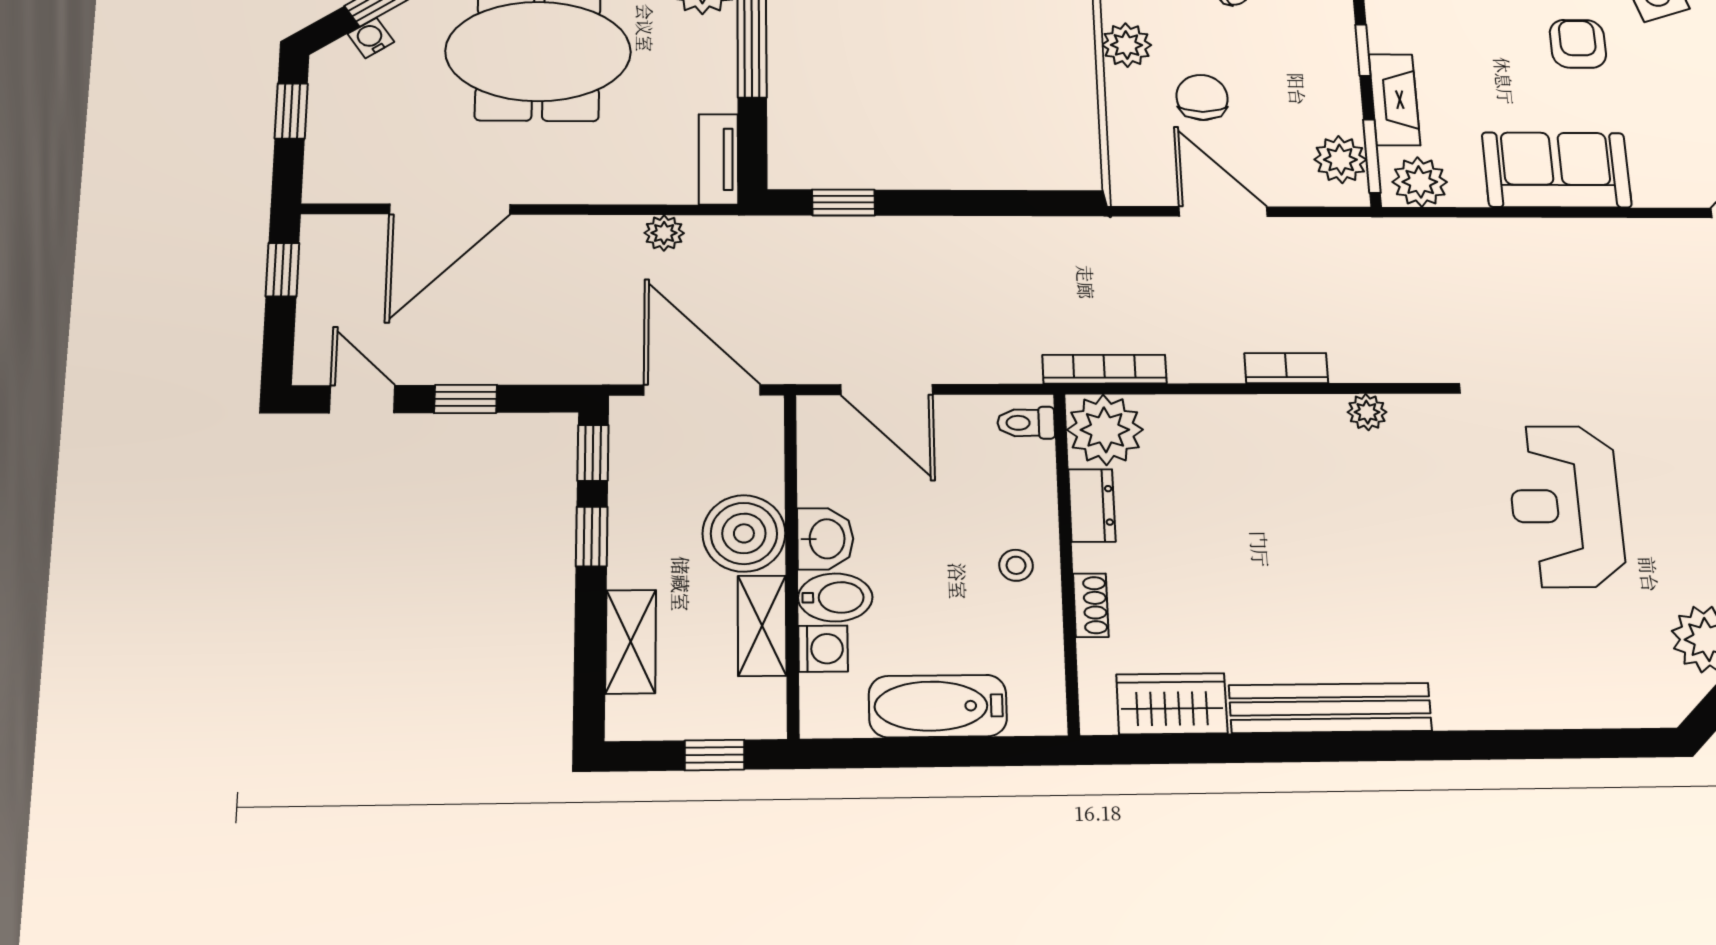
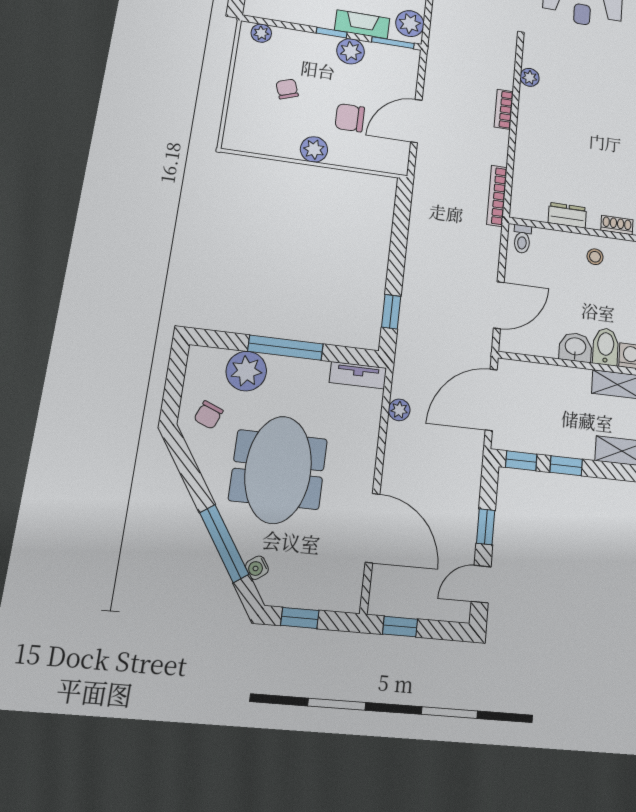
plant: (1340, 160) -> (351, 51), moved
plant: (1105, 430) -> (529, 202), removed
boiler: (744, 533) -> (570, 388), removed

